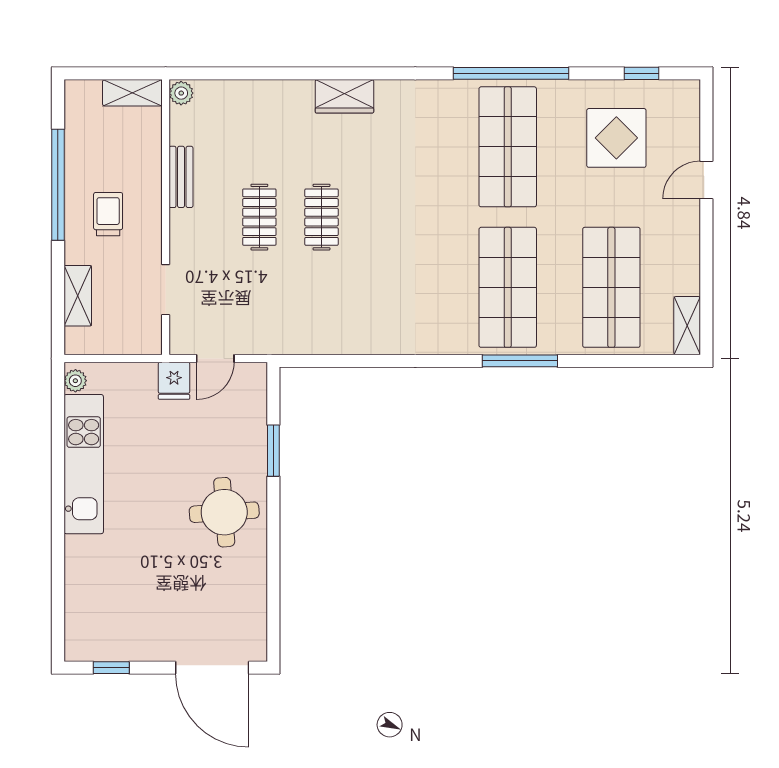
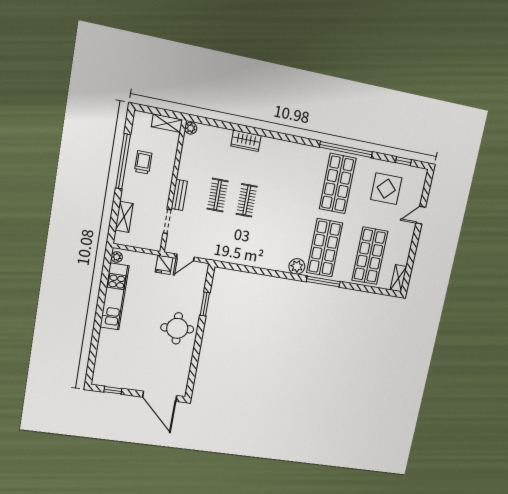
wardrobe: (344, 96) -> (246, 141), moved
bench: (181, 177) -> (179, 195), moved
trolley: (108, 214) -> (143, 162), moved
plant: (455, 338) -> (297, 266), added

